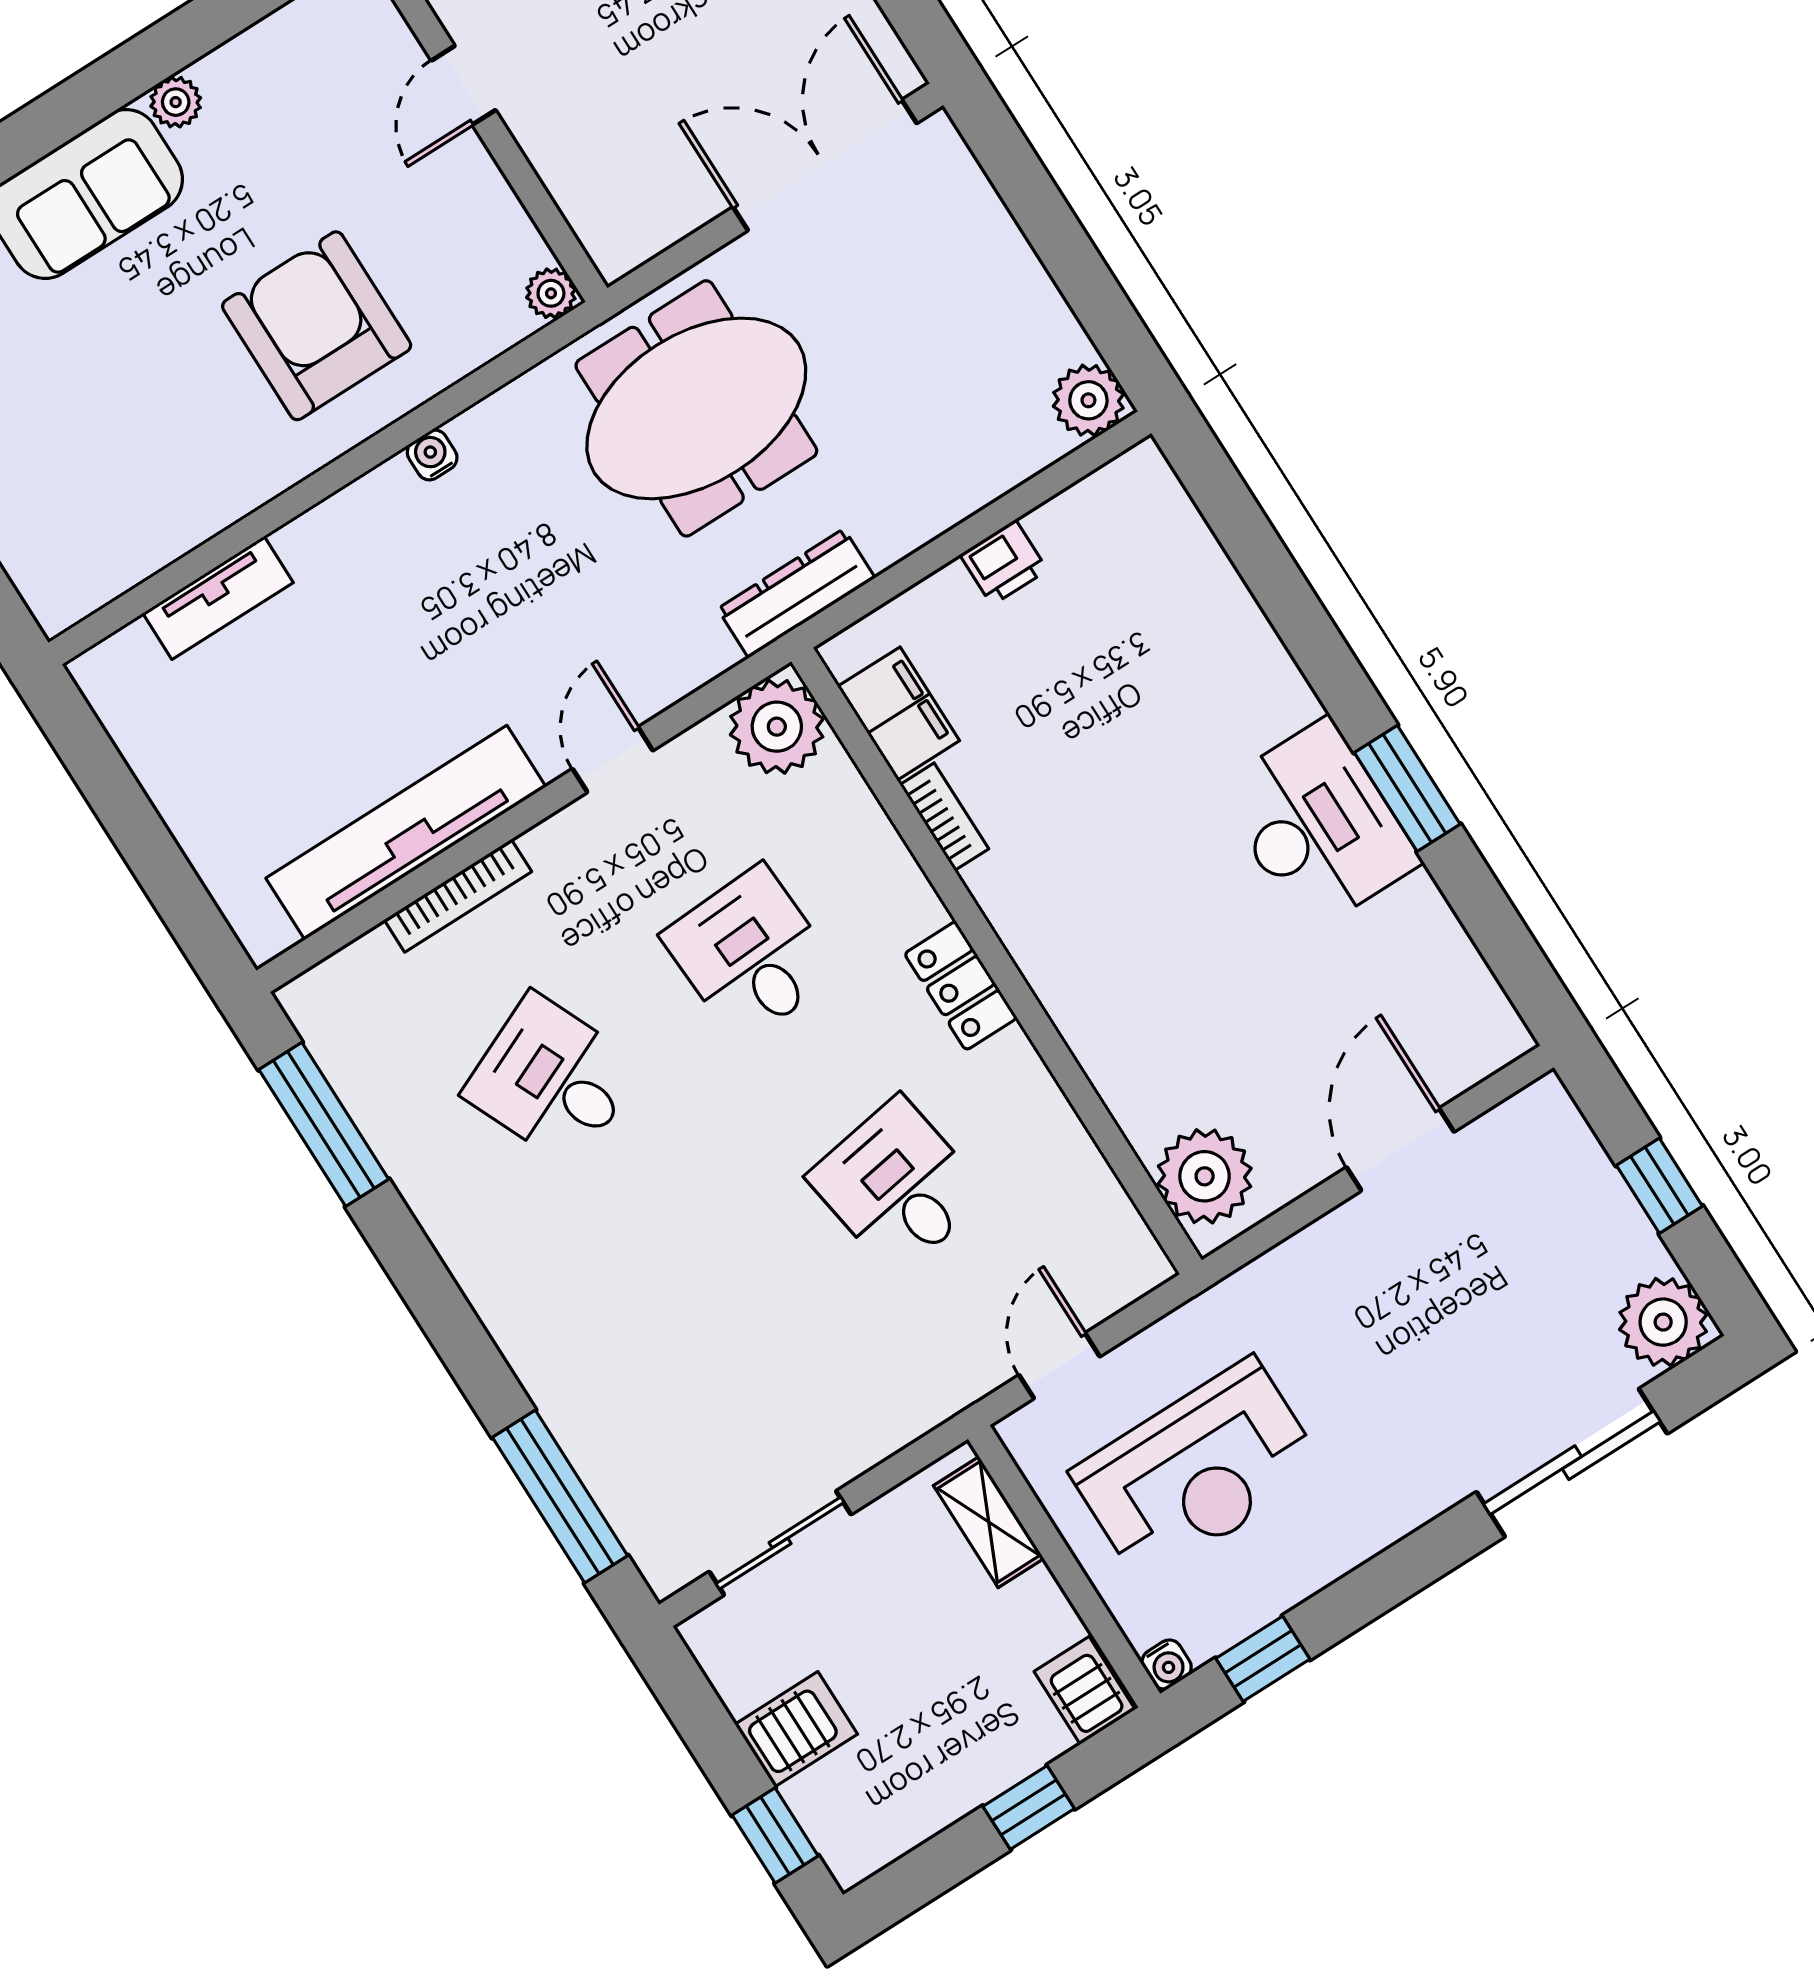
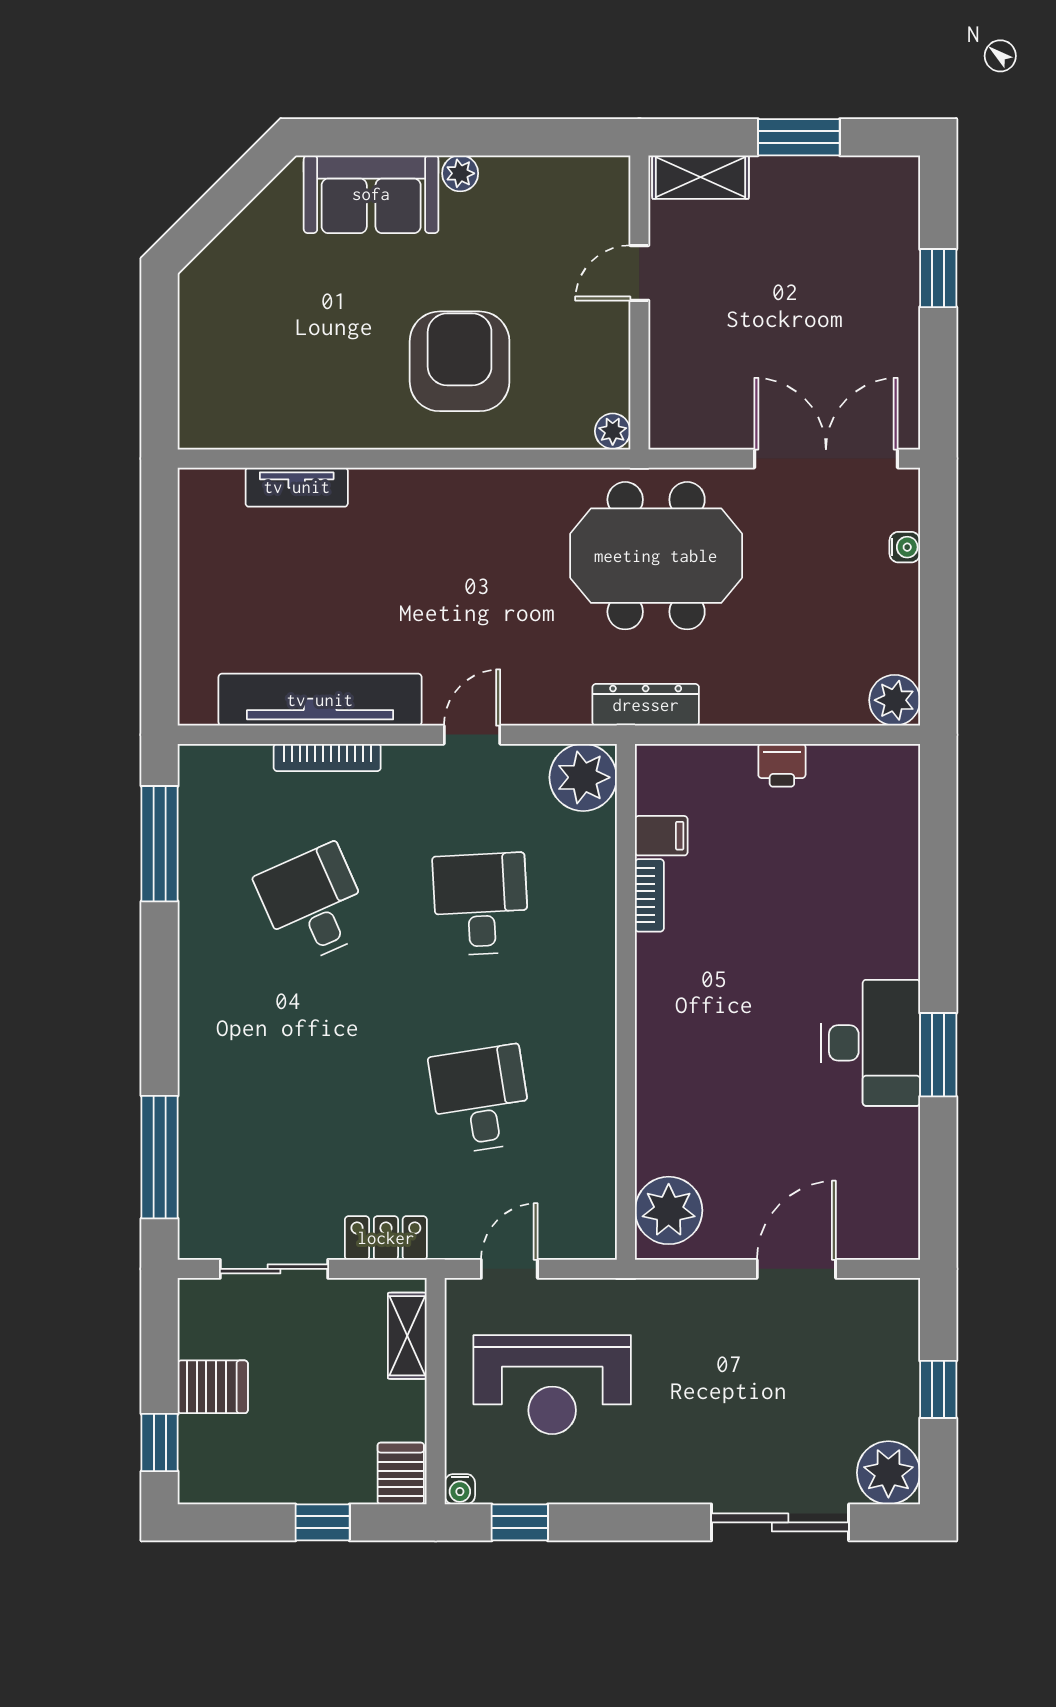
water cooler: (432, 455) -> (905, 547), moved, turned 90
filing cabinet: (899, 714) -> (661, 836), width x0.50
locker: (961, 986) -> (386, 1238), moved, turned 90

